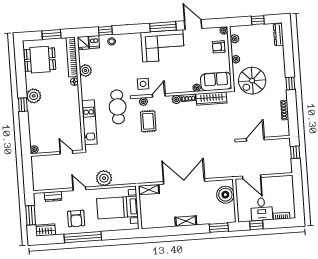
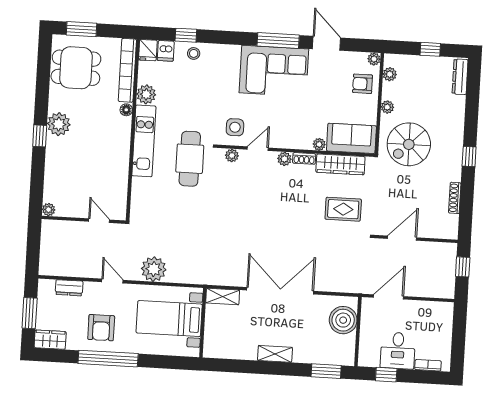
window: (51, 35) -> (81, 29), moved
rug: (148, 121) -> (343, 209), moved, turned 90
kitchen unit: (89, 122) -> (144, 141), moved
door: (252, 177) -> (389, 297), swing flipped

